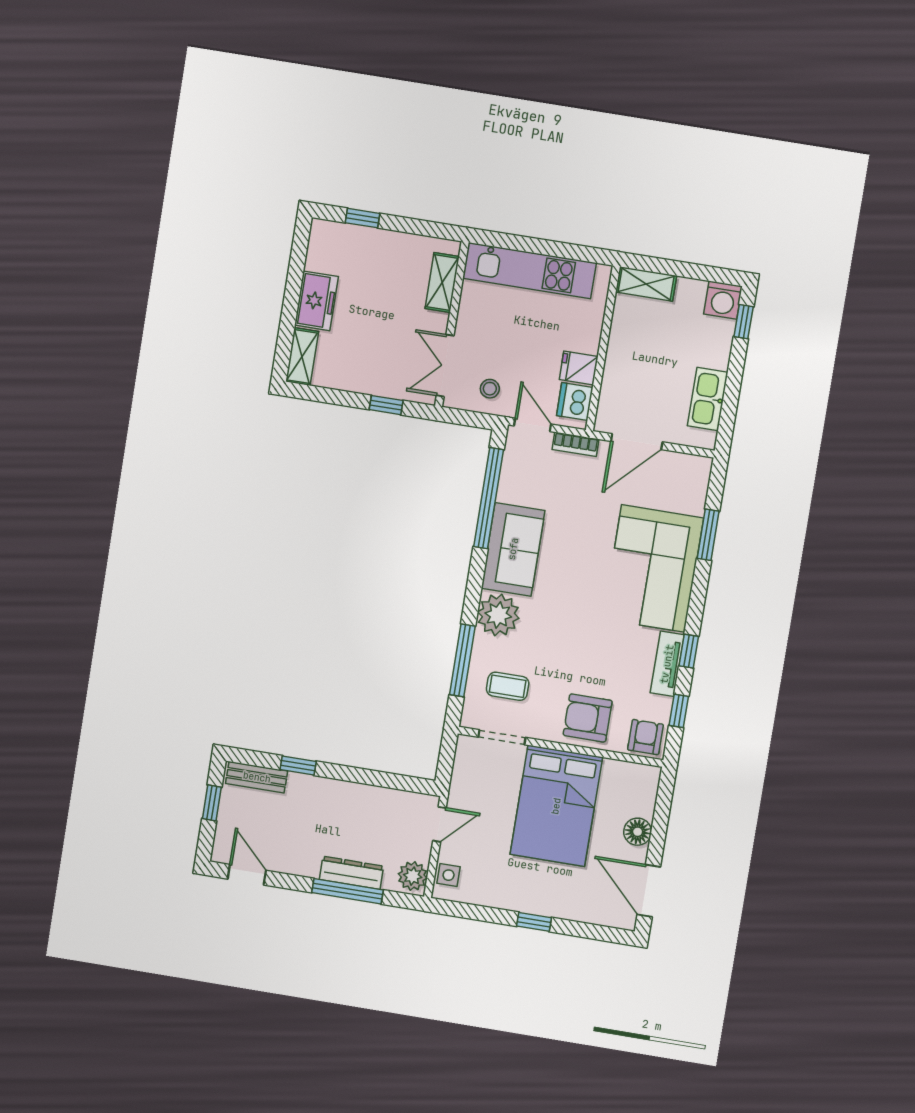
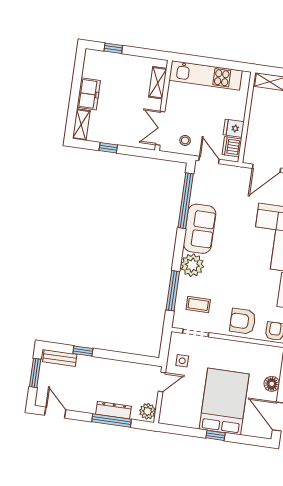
window: (386, 405) -> (108, 148), moved
bookcase: (575, 444) -> (233, 170), removed
window: (212, 803) -> (35, 373), width x1.50
bed: (556, 806) -> (224, 401), moved, turned 180
side table: (449, 875) -> (182, 361), moved

